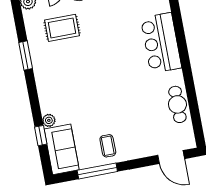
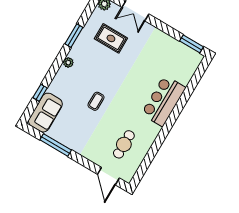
cafe table: (177, 104) -> (124, 144), moved
plant: (49, 120) -> (68, 62), moved
coffee table: (108, 146) -> (96, 101), moved

